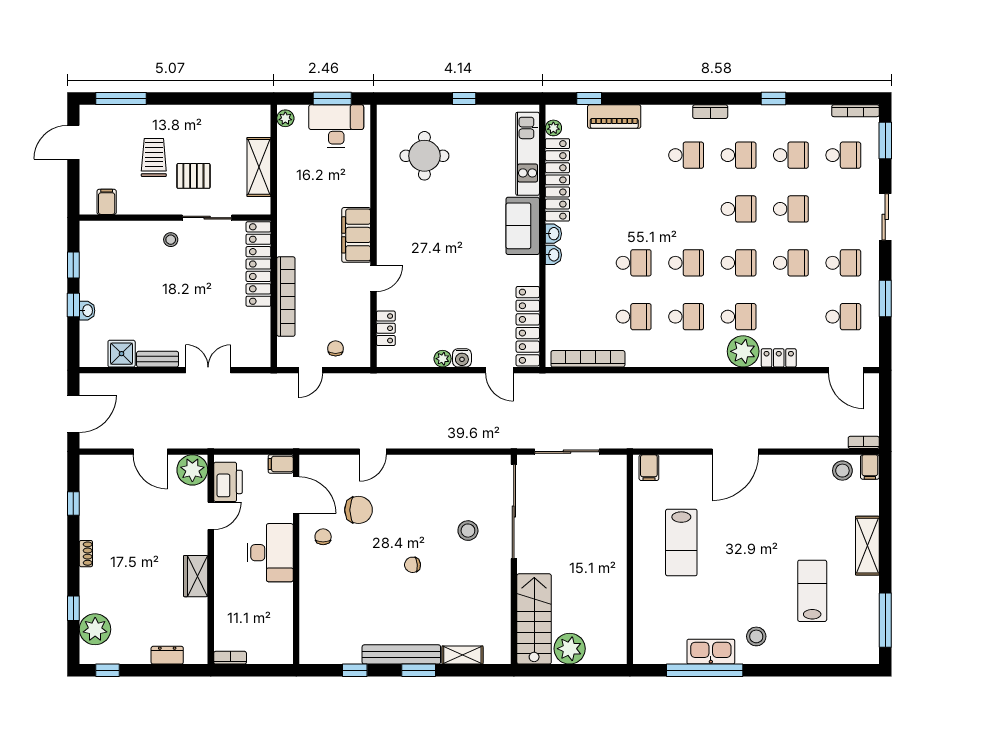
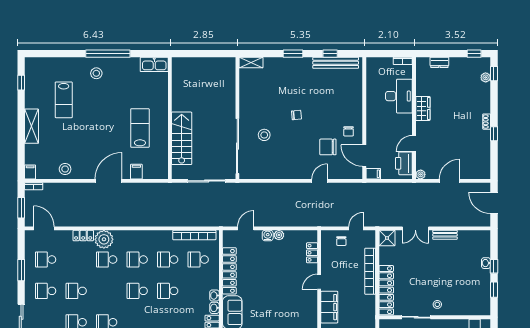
school desk: (738, 263) -> (198, 260), moved
locker: (528, 326) -> (229, 271), moved
shower: (122, 354) -> (387, 238), moved
door: (500, 370) -> (246, 228), hinge flipped
window: (885, 406) -> (21, 208), added
door: (73, 414) -> (494, 203), hinge flipped
door: (150, 452) -> (449, 181), hinge flipped
filing cabinet: (649, 468) -> (136, 172), moved
plant: (192, 470) -> (421, 174), width x0.53, depth x0.53
stool: (842, 471) -> (65, 169), moved
window: (73, 503) -> (494, 134), moved
desk: (270, 553) -> (399, 96), moved, turned 180
window: (73, 608) -> (494, 74), moved
stairs: (534, 619) -> (182, 138), moved, turned 180
window: (885, 620) -> (21, 83), width x0.46
plant: (95, 629) -> (486, 77), width x0.53, depth x0.53
plant: (570, 649) -> (205, 66), removed
kitchen sink: (711, 652) -> (154, 64), moved
bench: (401, 654) -> (336, 63), moved
shelving: (462, 655) -> (251, 62), moved
window: (705, 670) -> (108, 54), moved

